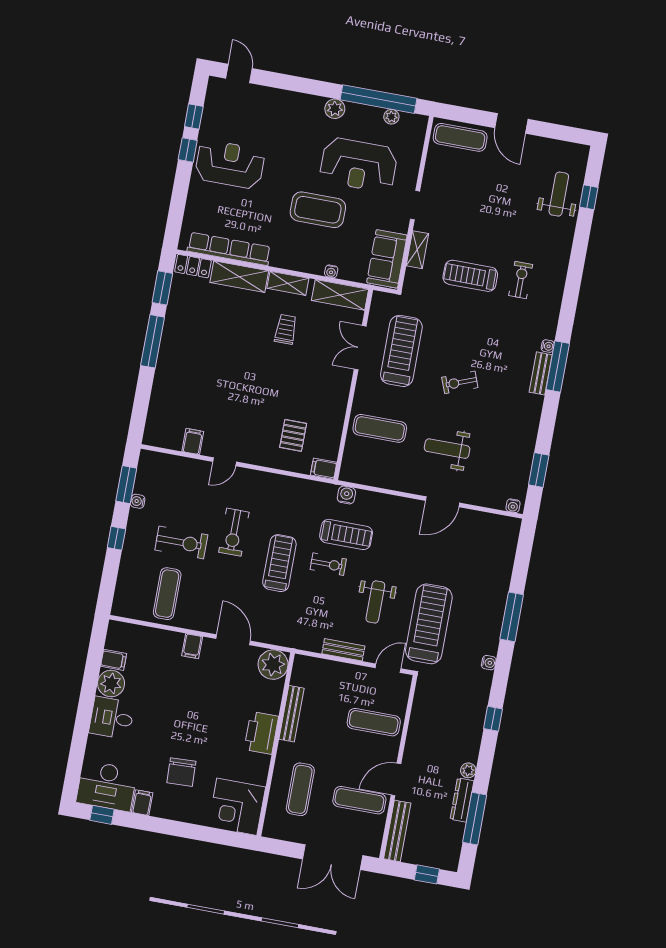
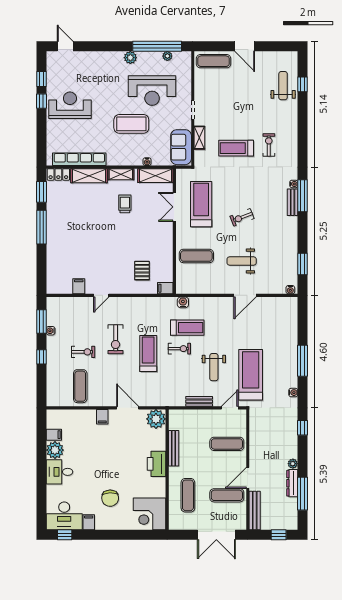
exercise bike: (181, 542) -> (83, 352), width x0.73, depth x0.72

